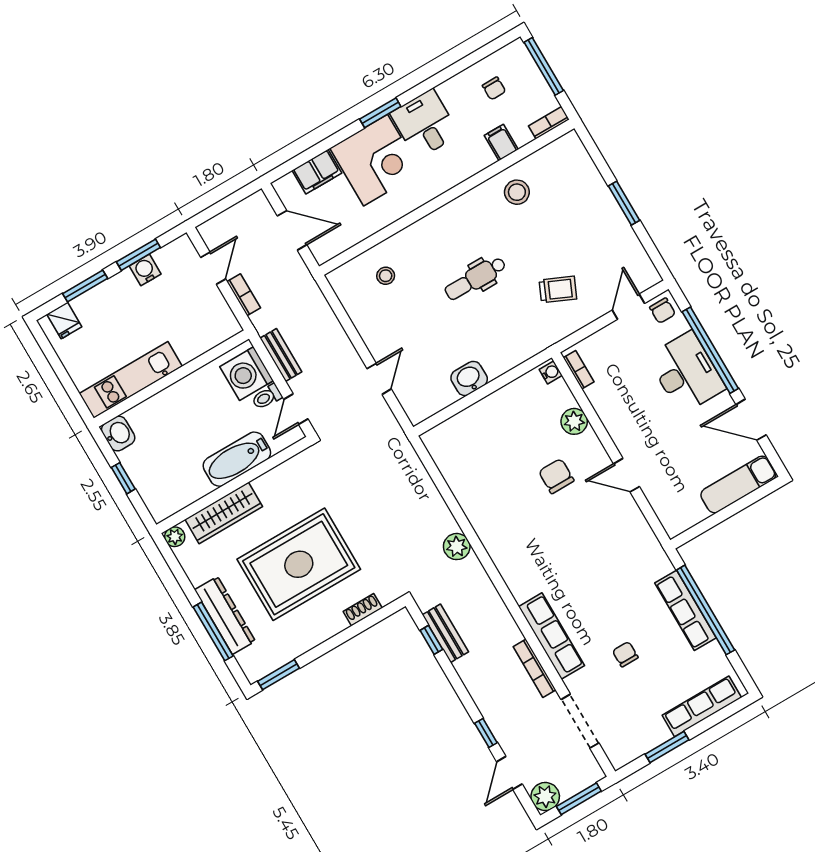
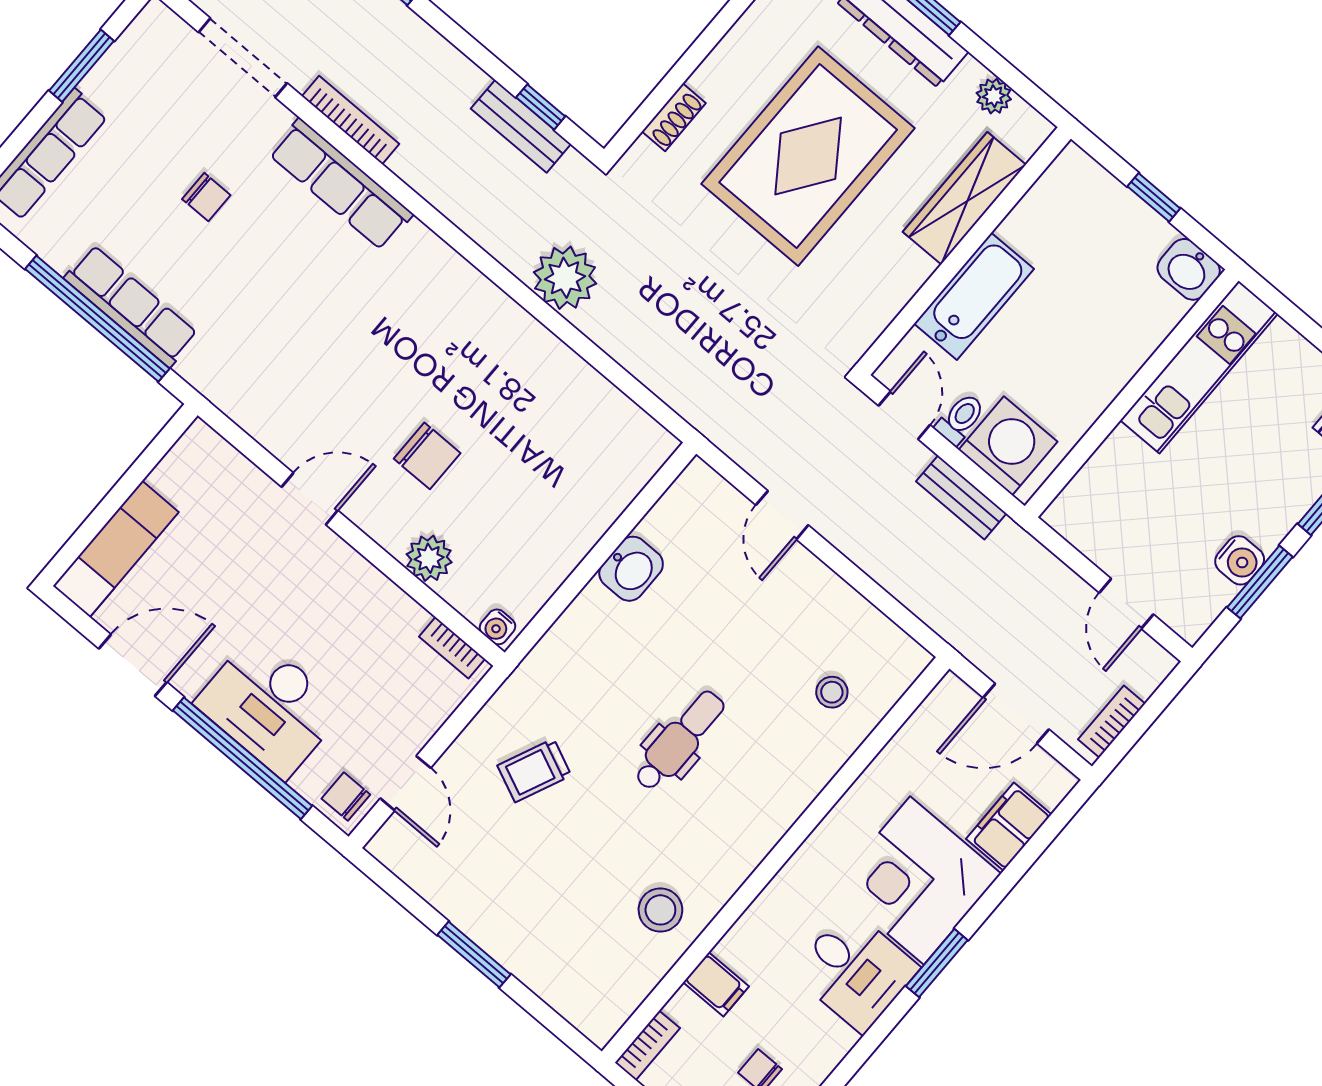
bookcase: (244, 295) -> (1112, 722), moved, turned 90
plant: (175, 537) -> (994, 96), moved
plant: (457, 547) -> (565, 278), width x1.36, depth x1.36

